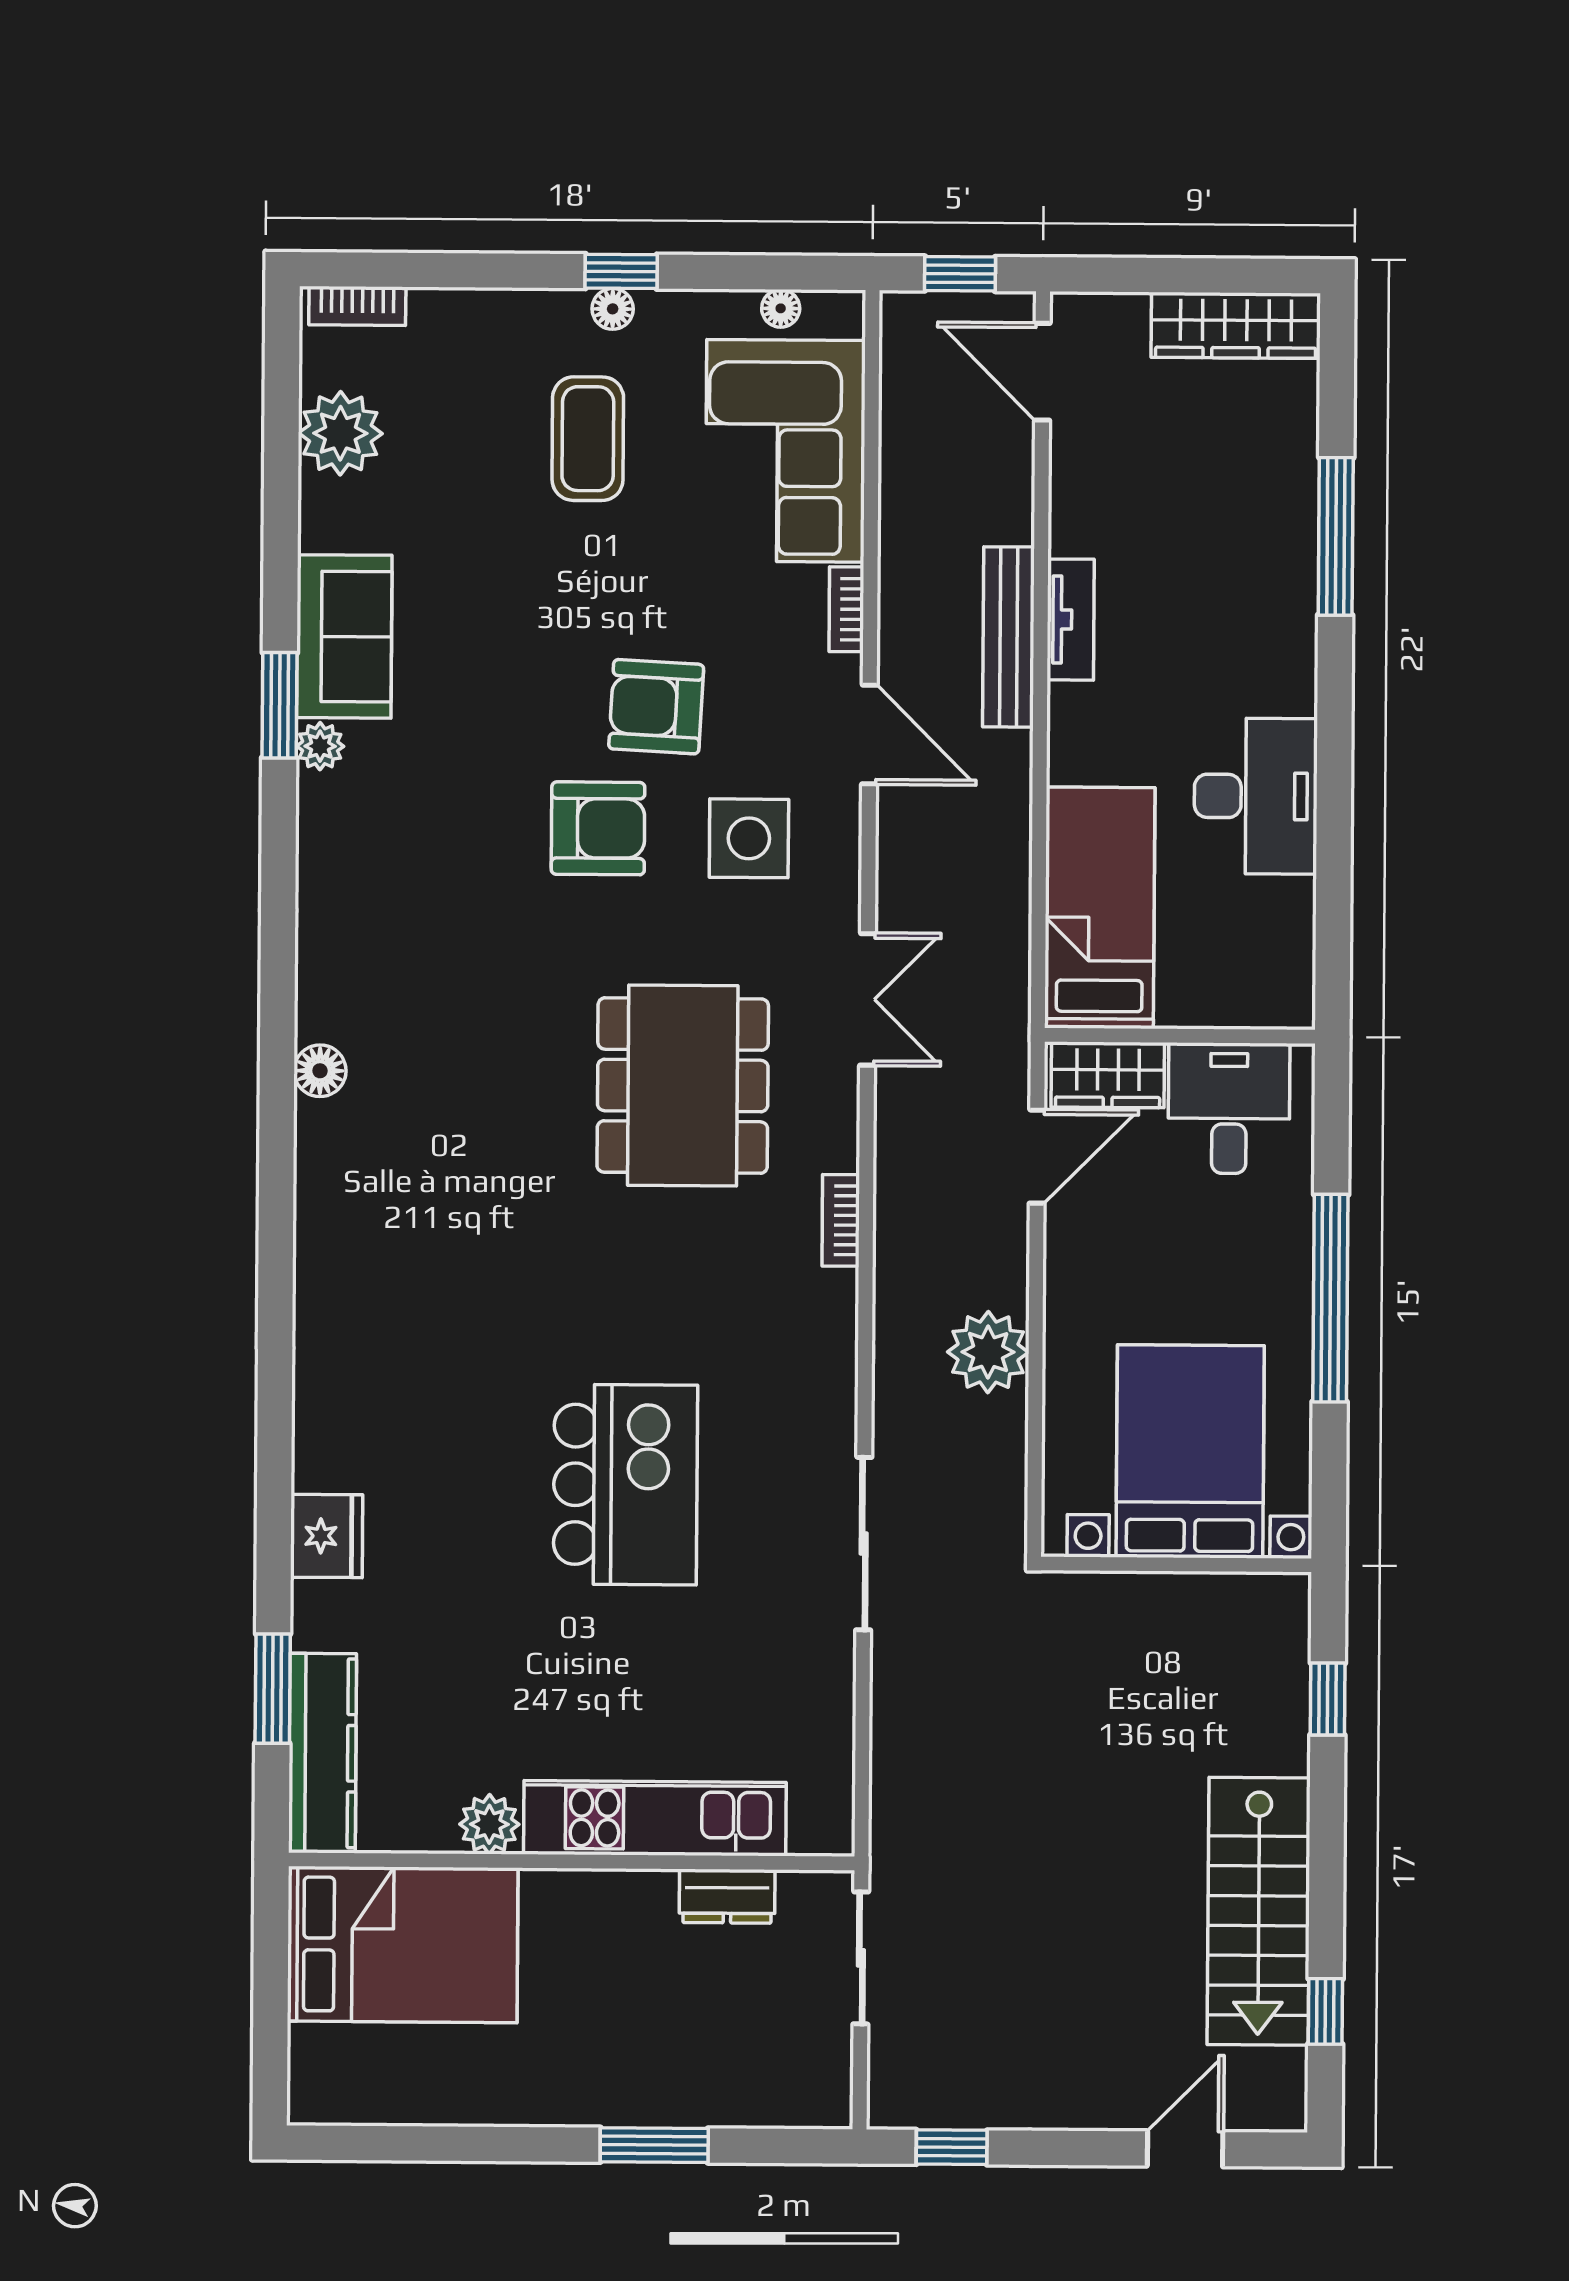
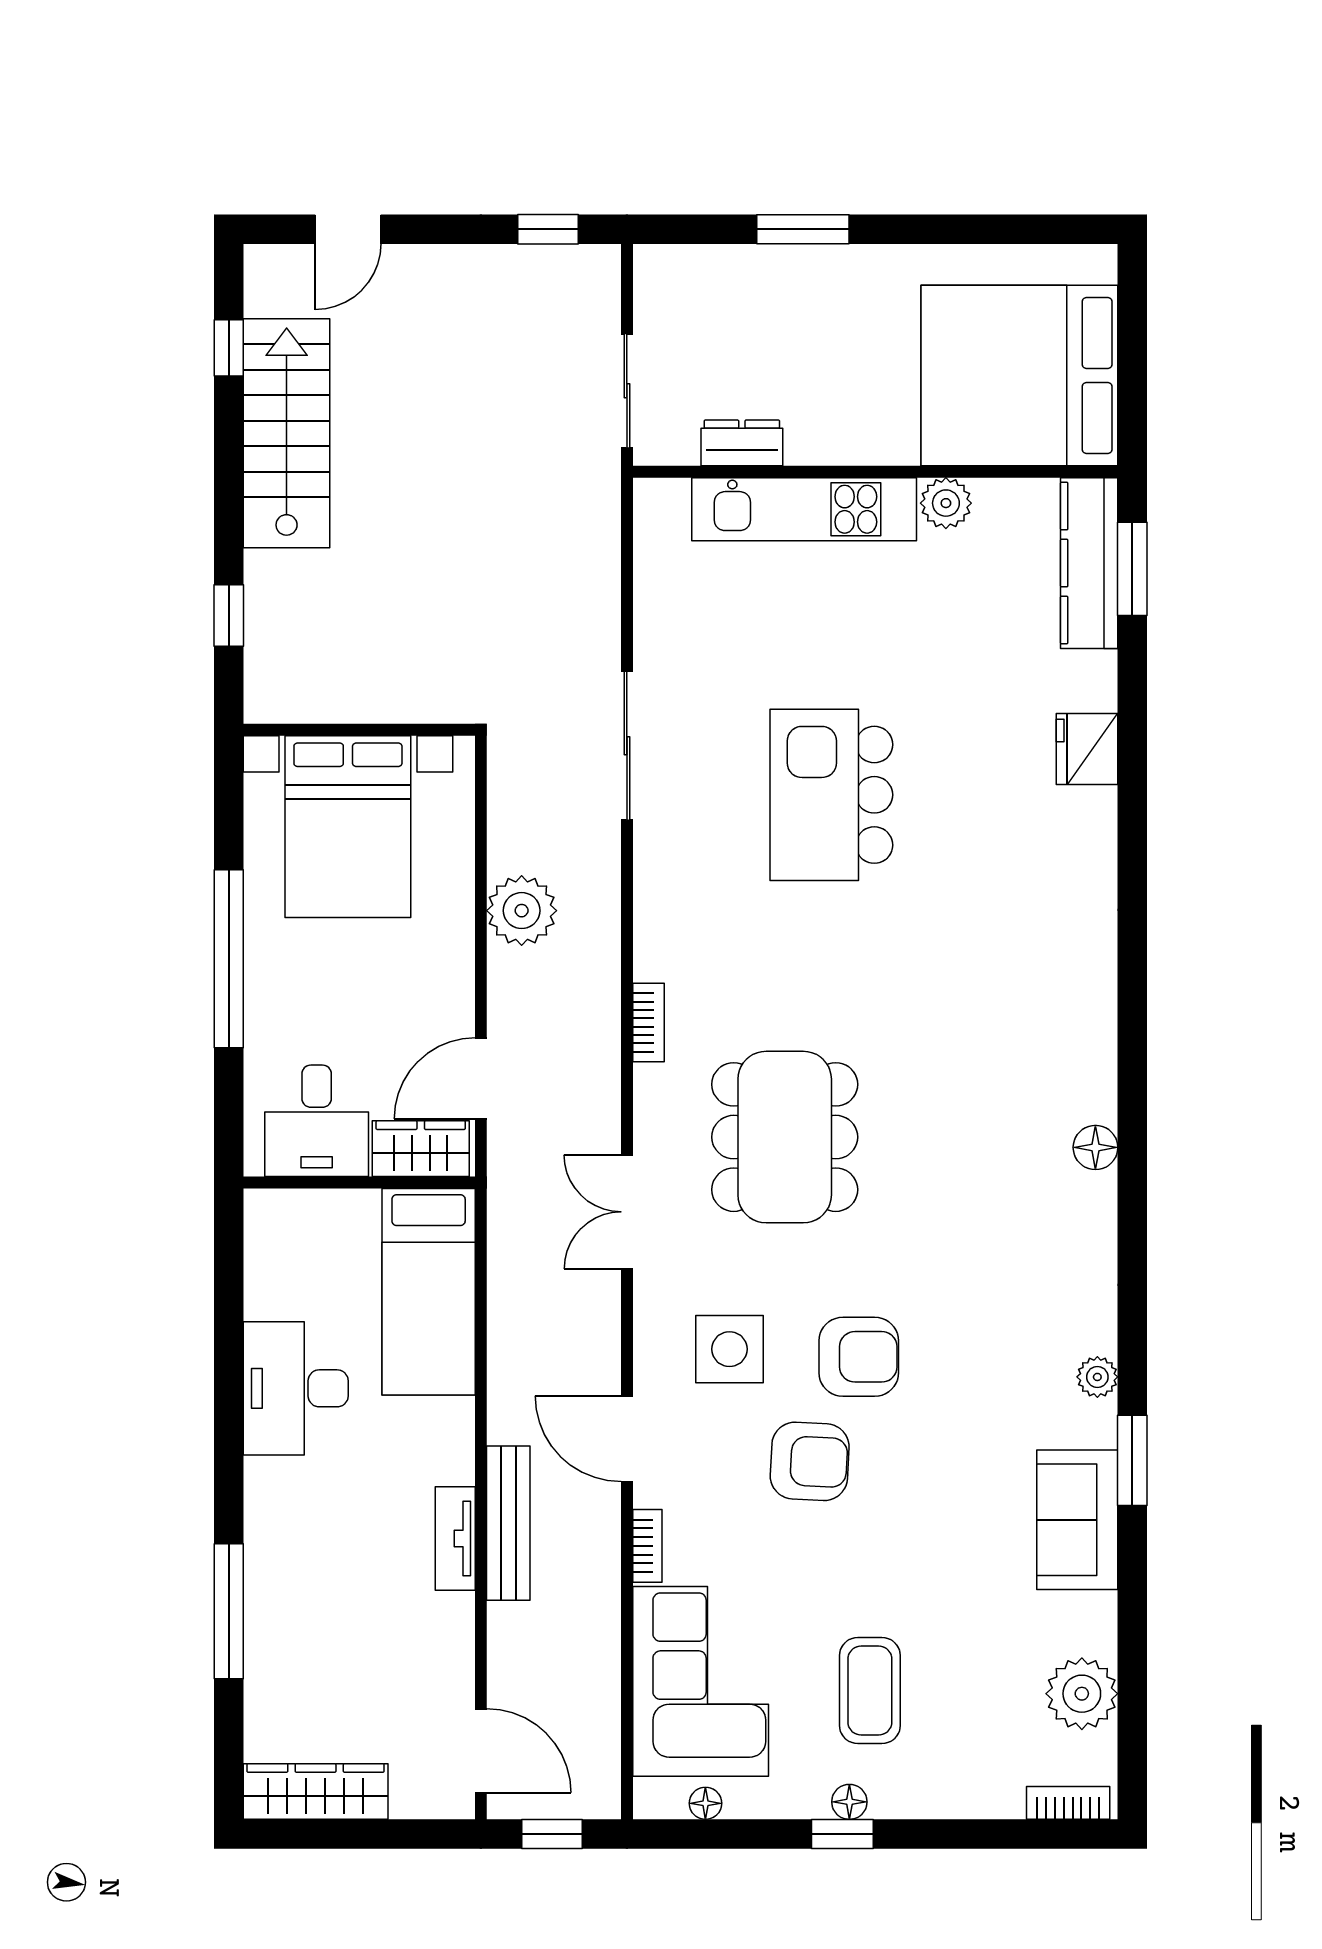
plant: (320, 746) -> (1097, 1377), moved
armchair: (598, 828) -> (859, 1357), turned 180
window: (273, 1689) -> (1132, 569), moved
bed: (403, 1945) -> (1019, 375), width x1.36

